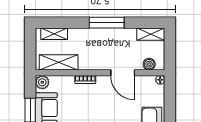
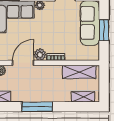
door: (123, 73) -> (23, 63), hinge flipped
plant: (42, 82) -> (40, 55), moved

